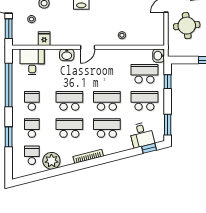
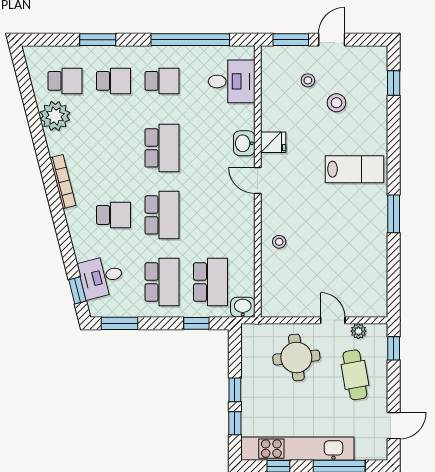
fridge: (44, 39) -> (273, 142), moved
school desk: (69, 128) -> (113, 148), removed
school desk: (107, 128) -> (113, 215), width x0.54

